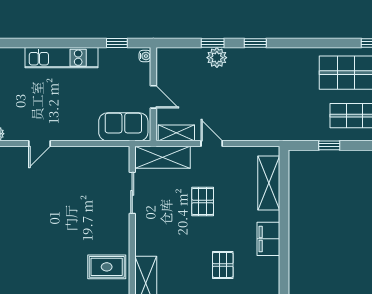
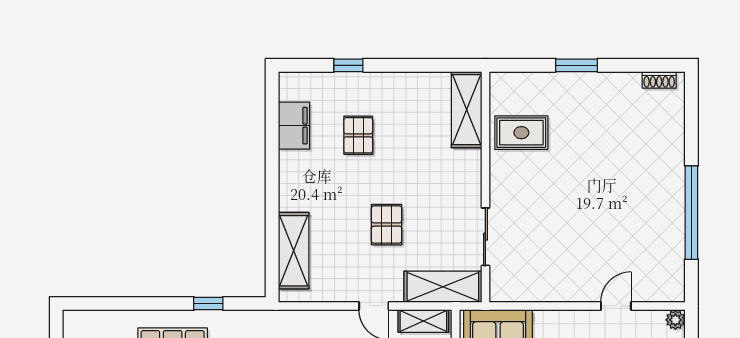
filing cabinet: (268, 239) -> (294, 126), moved

